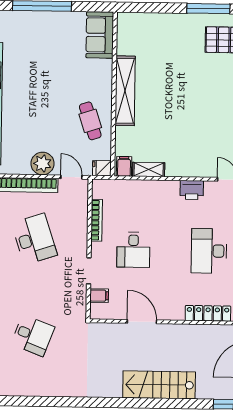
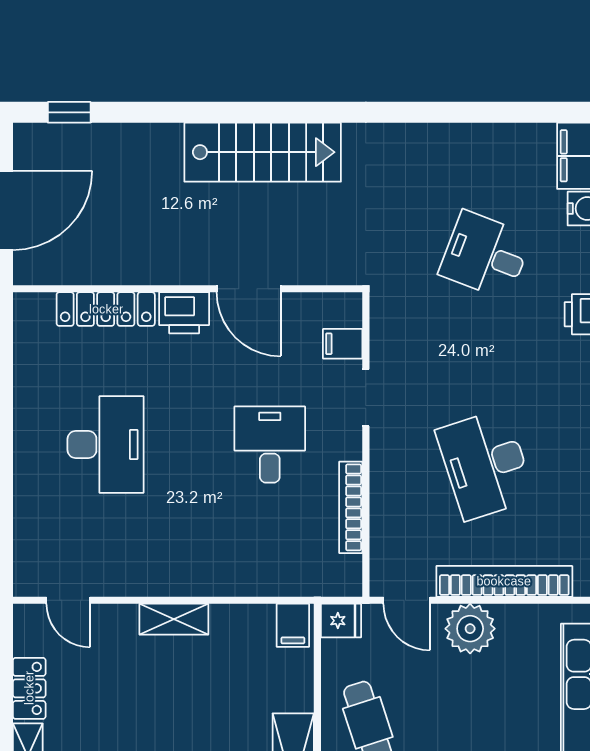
shelving: (149, 170) -> (174, 619), moved
printer: (192, 190) -> (184, 313), moved, turned 180
stairs: (159, 385) -> (263, 152), moved

